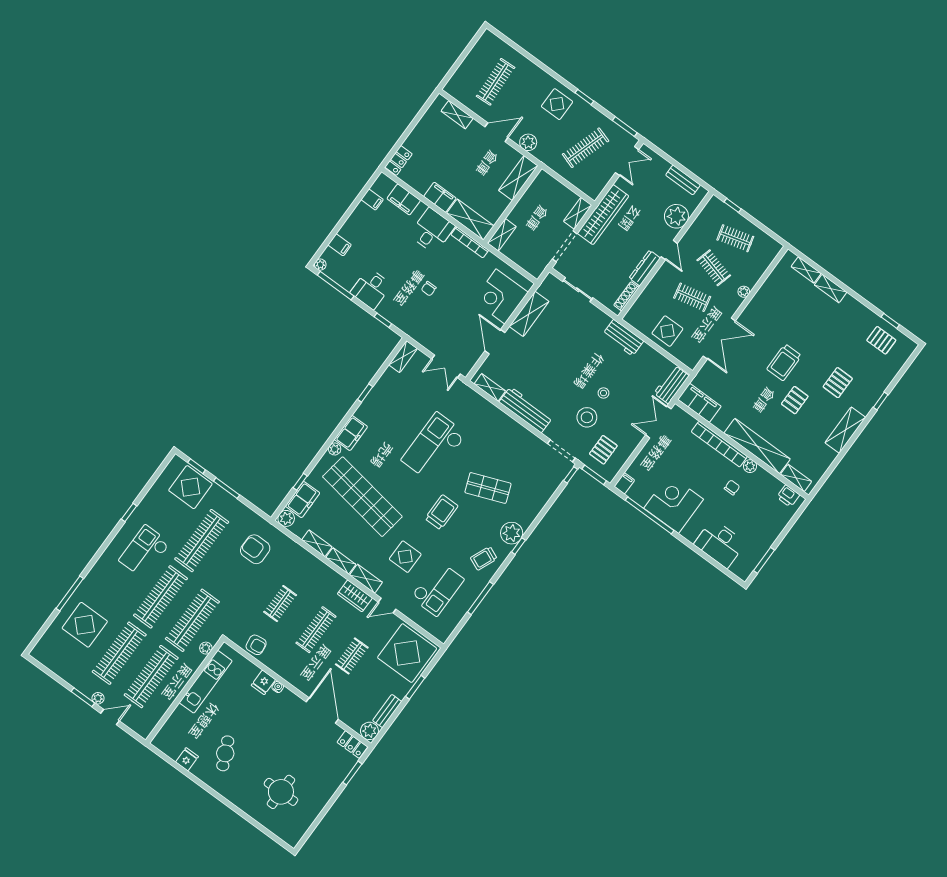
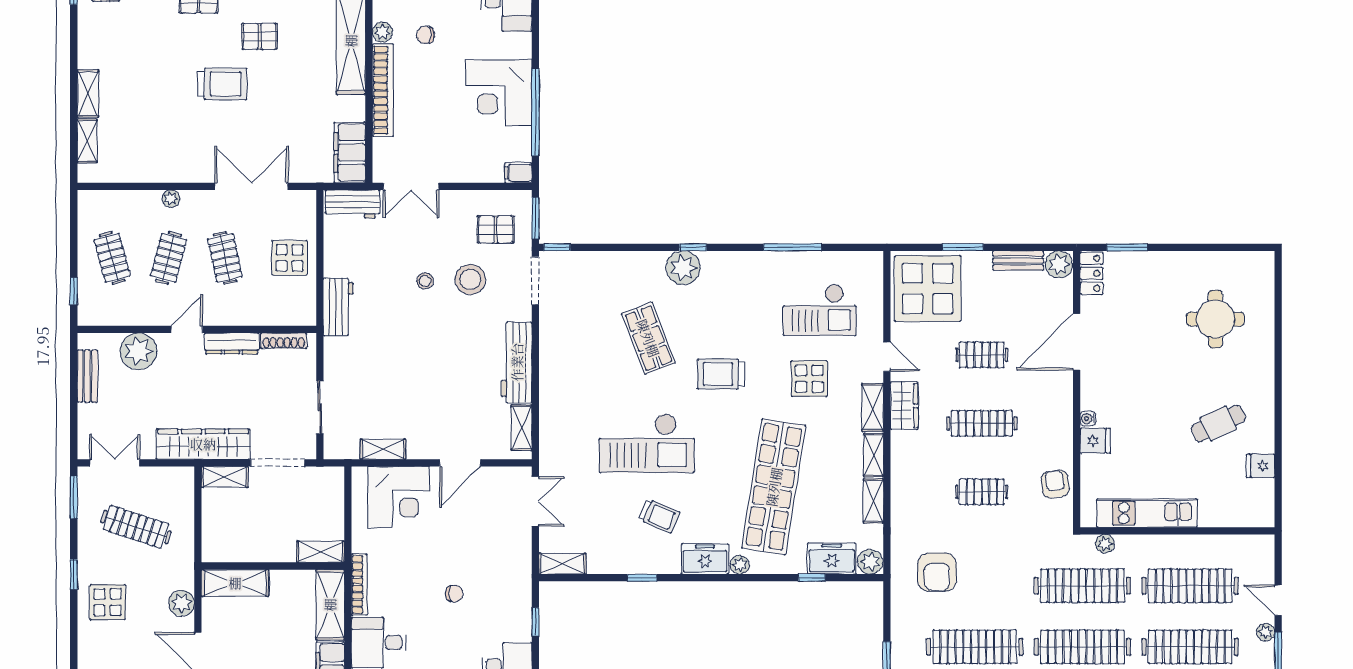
shelving: (529, 314) -> (383, 449), width x0.67, depth x0.75
trolley: (484, 558) -> (659, 516), moved
checkout: (437, 588) -> (820, 310), turned 180

